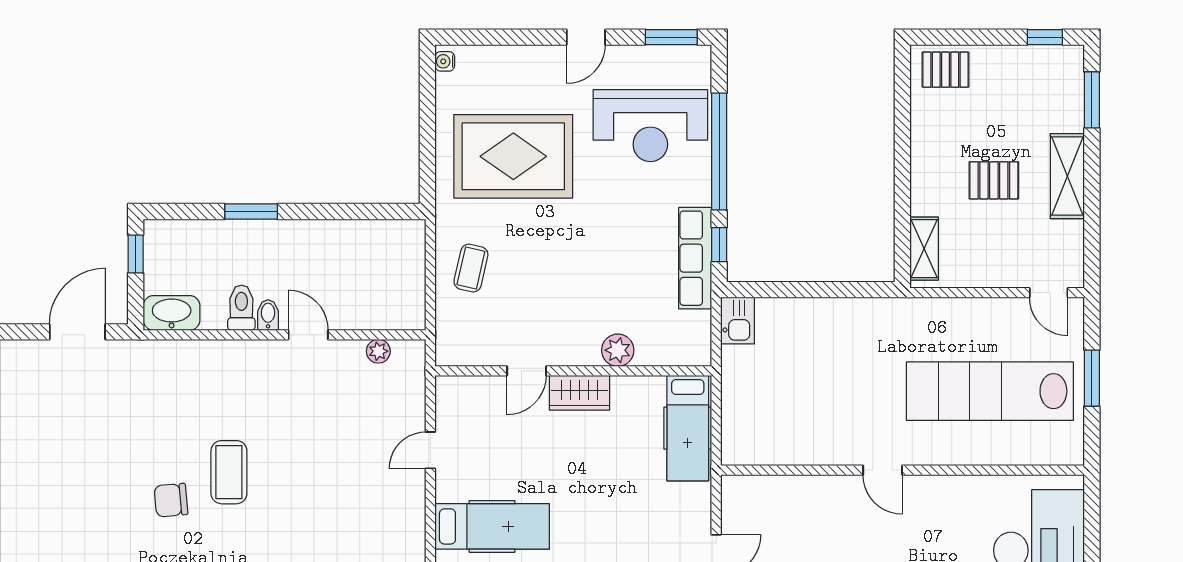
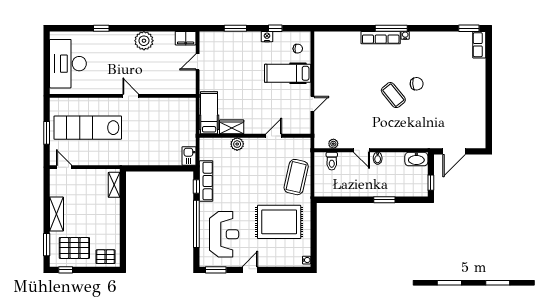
reception desk: (650, 126) -> (224, 234), turned 90
pallet: (994, 180) -> (74, 248), moved, width x1.50, depth x1.42
coffee table: (471, 268) -> (296, 177), width x1.86, depth x1.72
toilet: (241, 308) -> (332, 161), moved
lab bench: (990, 391) -> (88, 128), turned 180
wardrobe: (580, 393) -> (232, 127), moved
coffee table: (229, 472) -> (393, 95), turned -39

